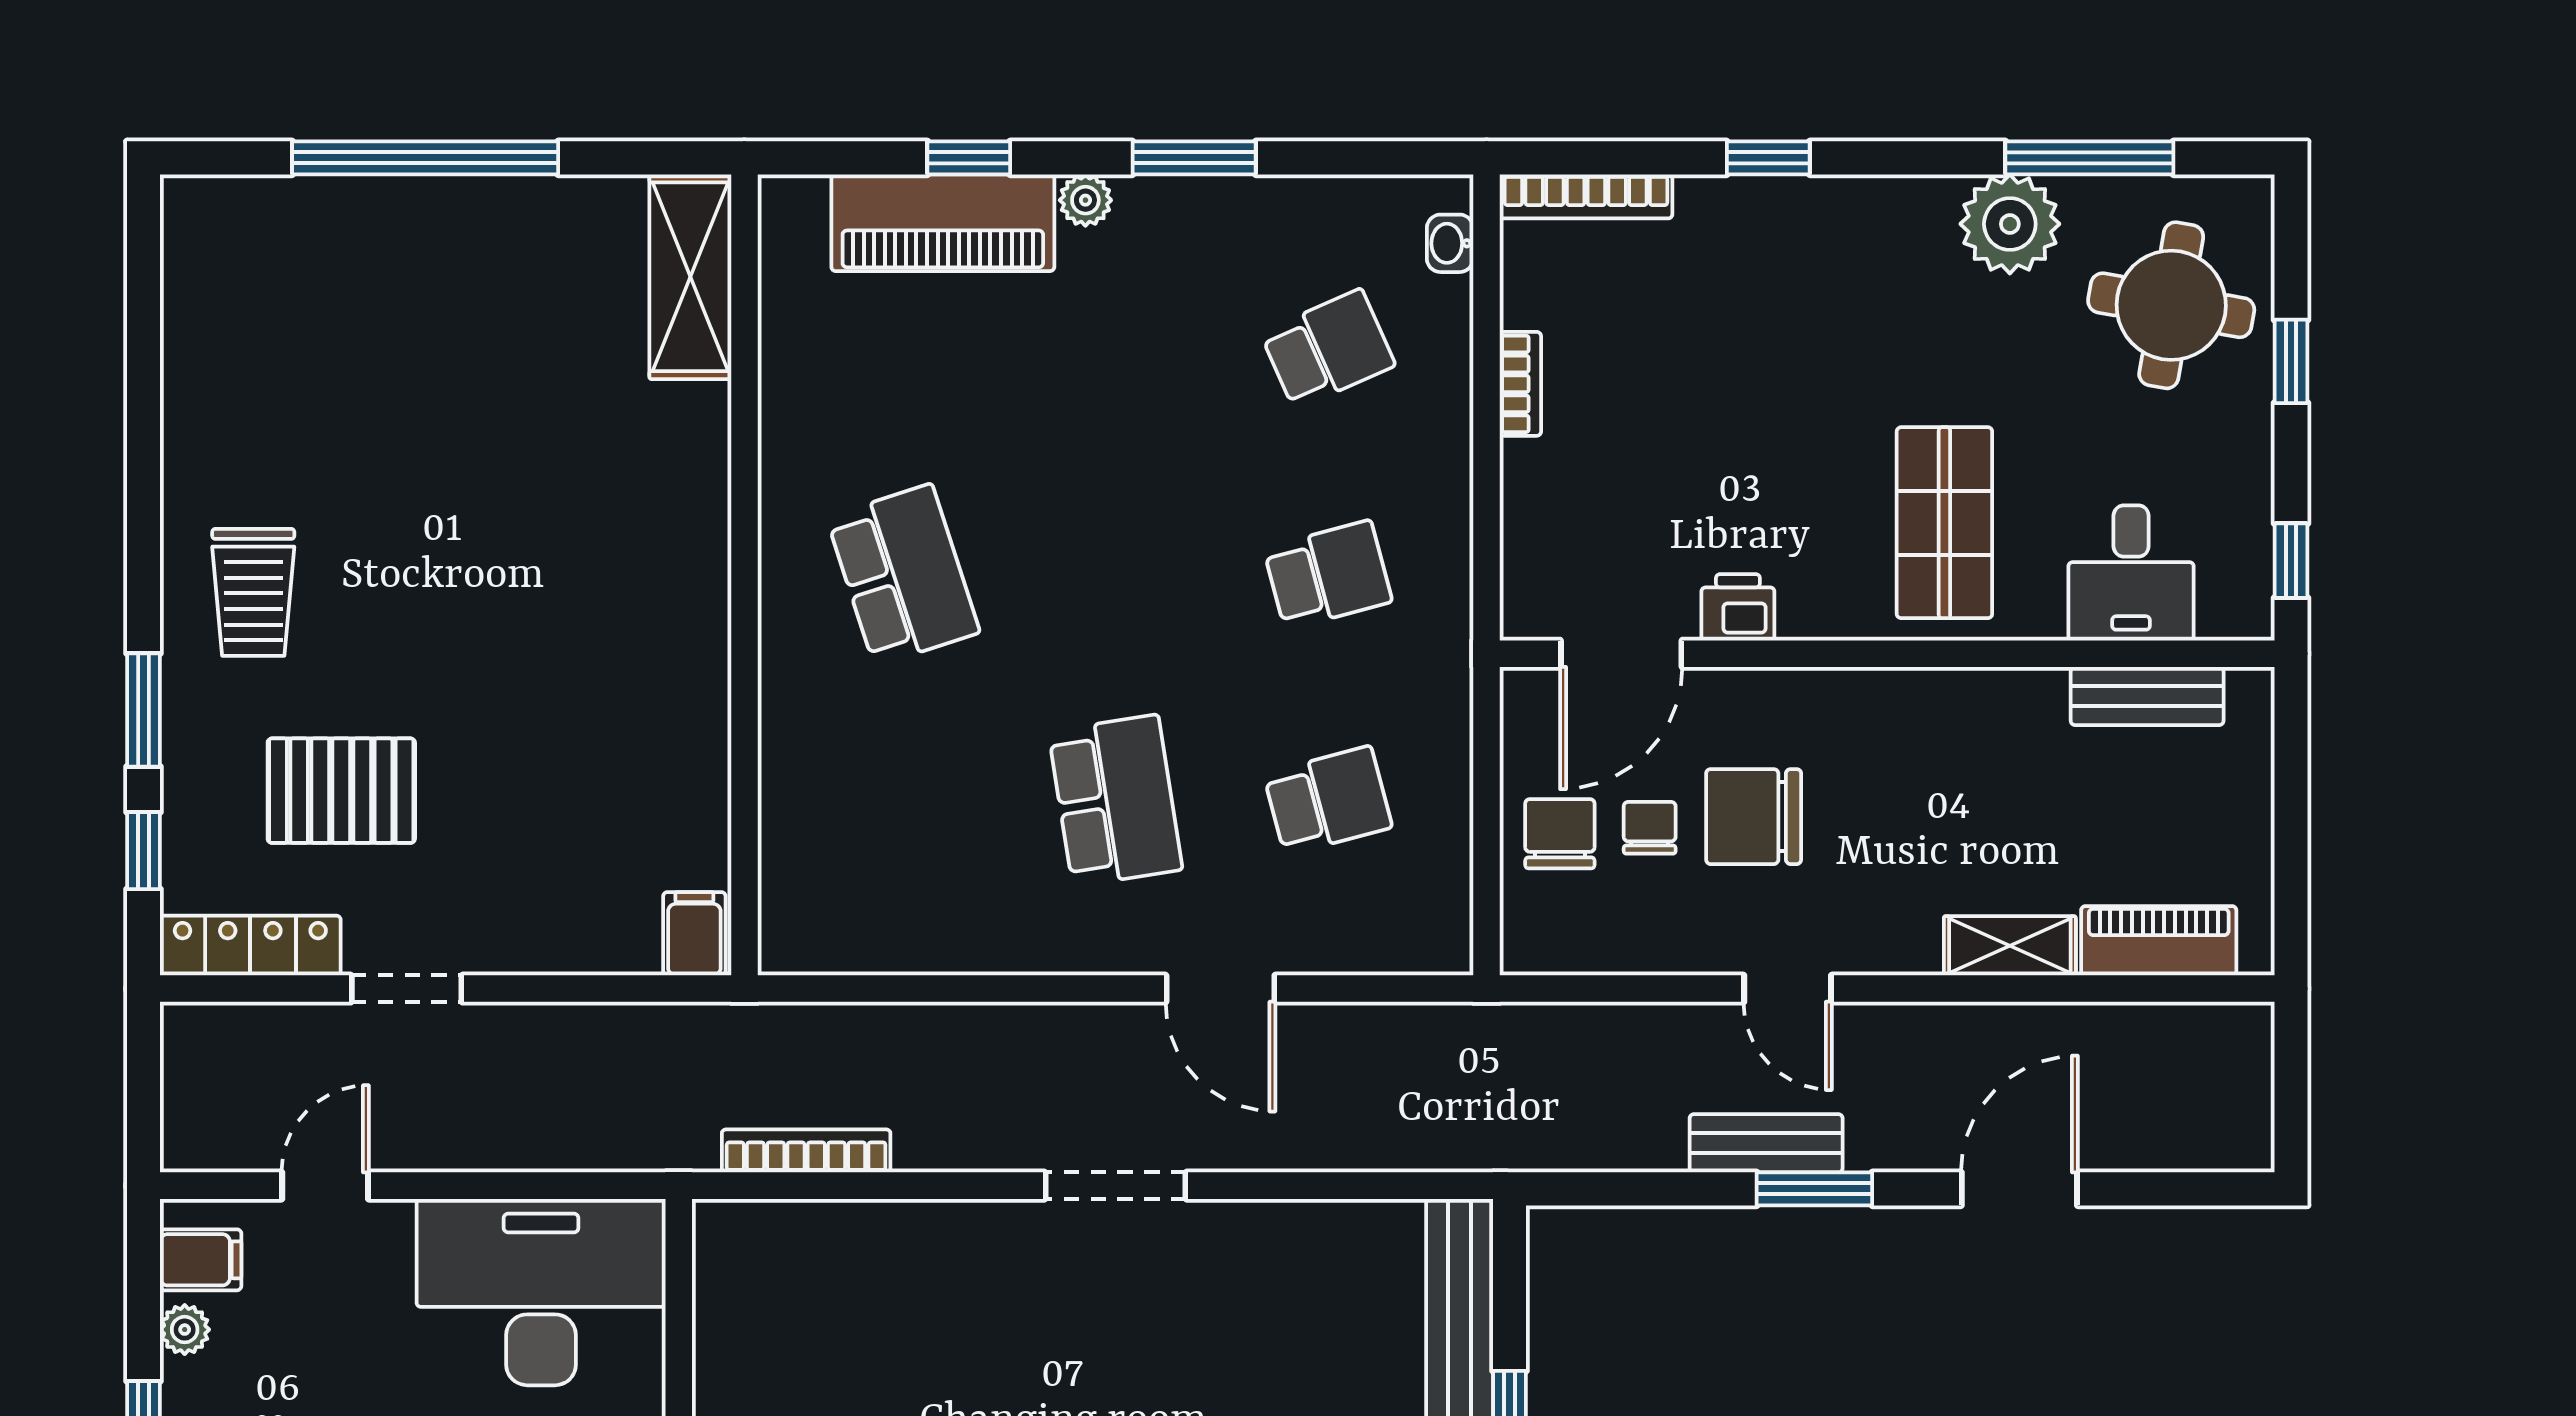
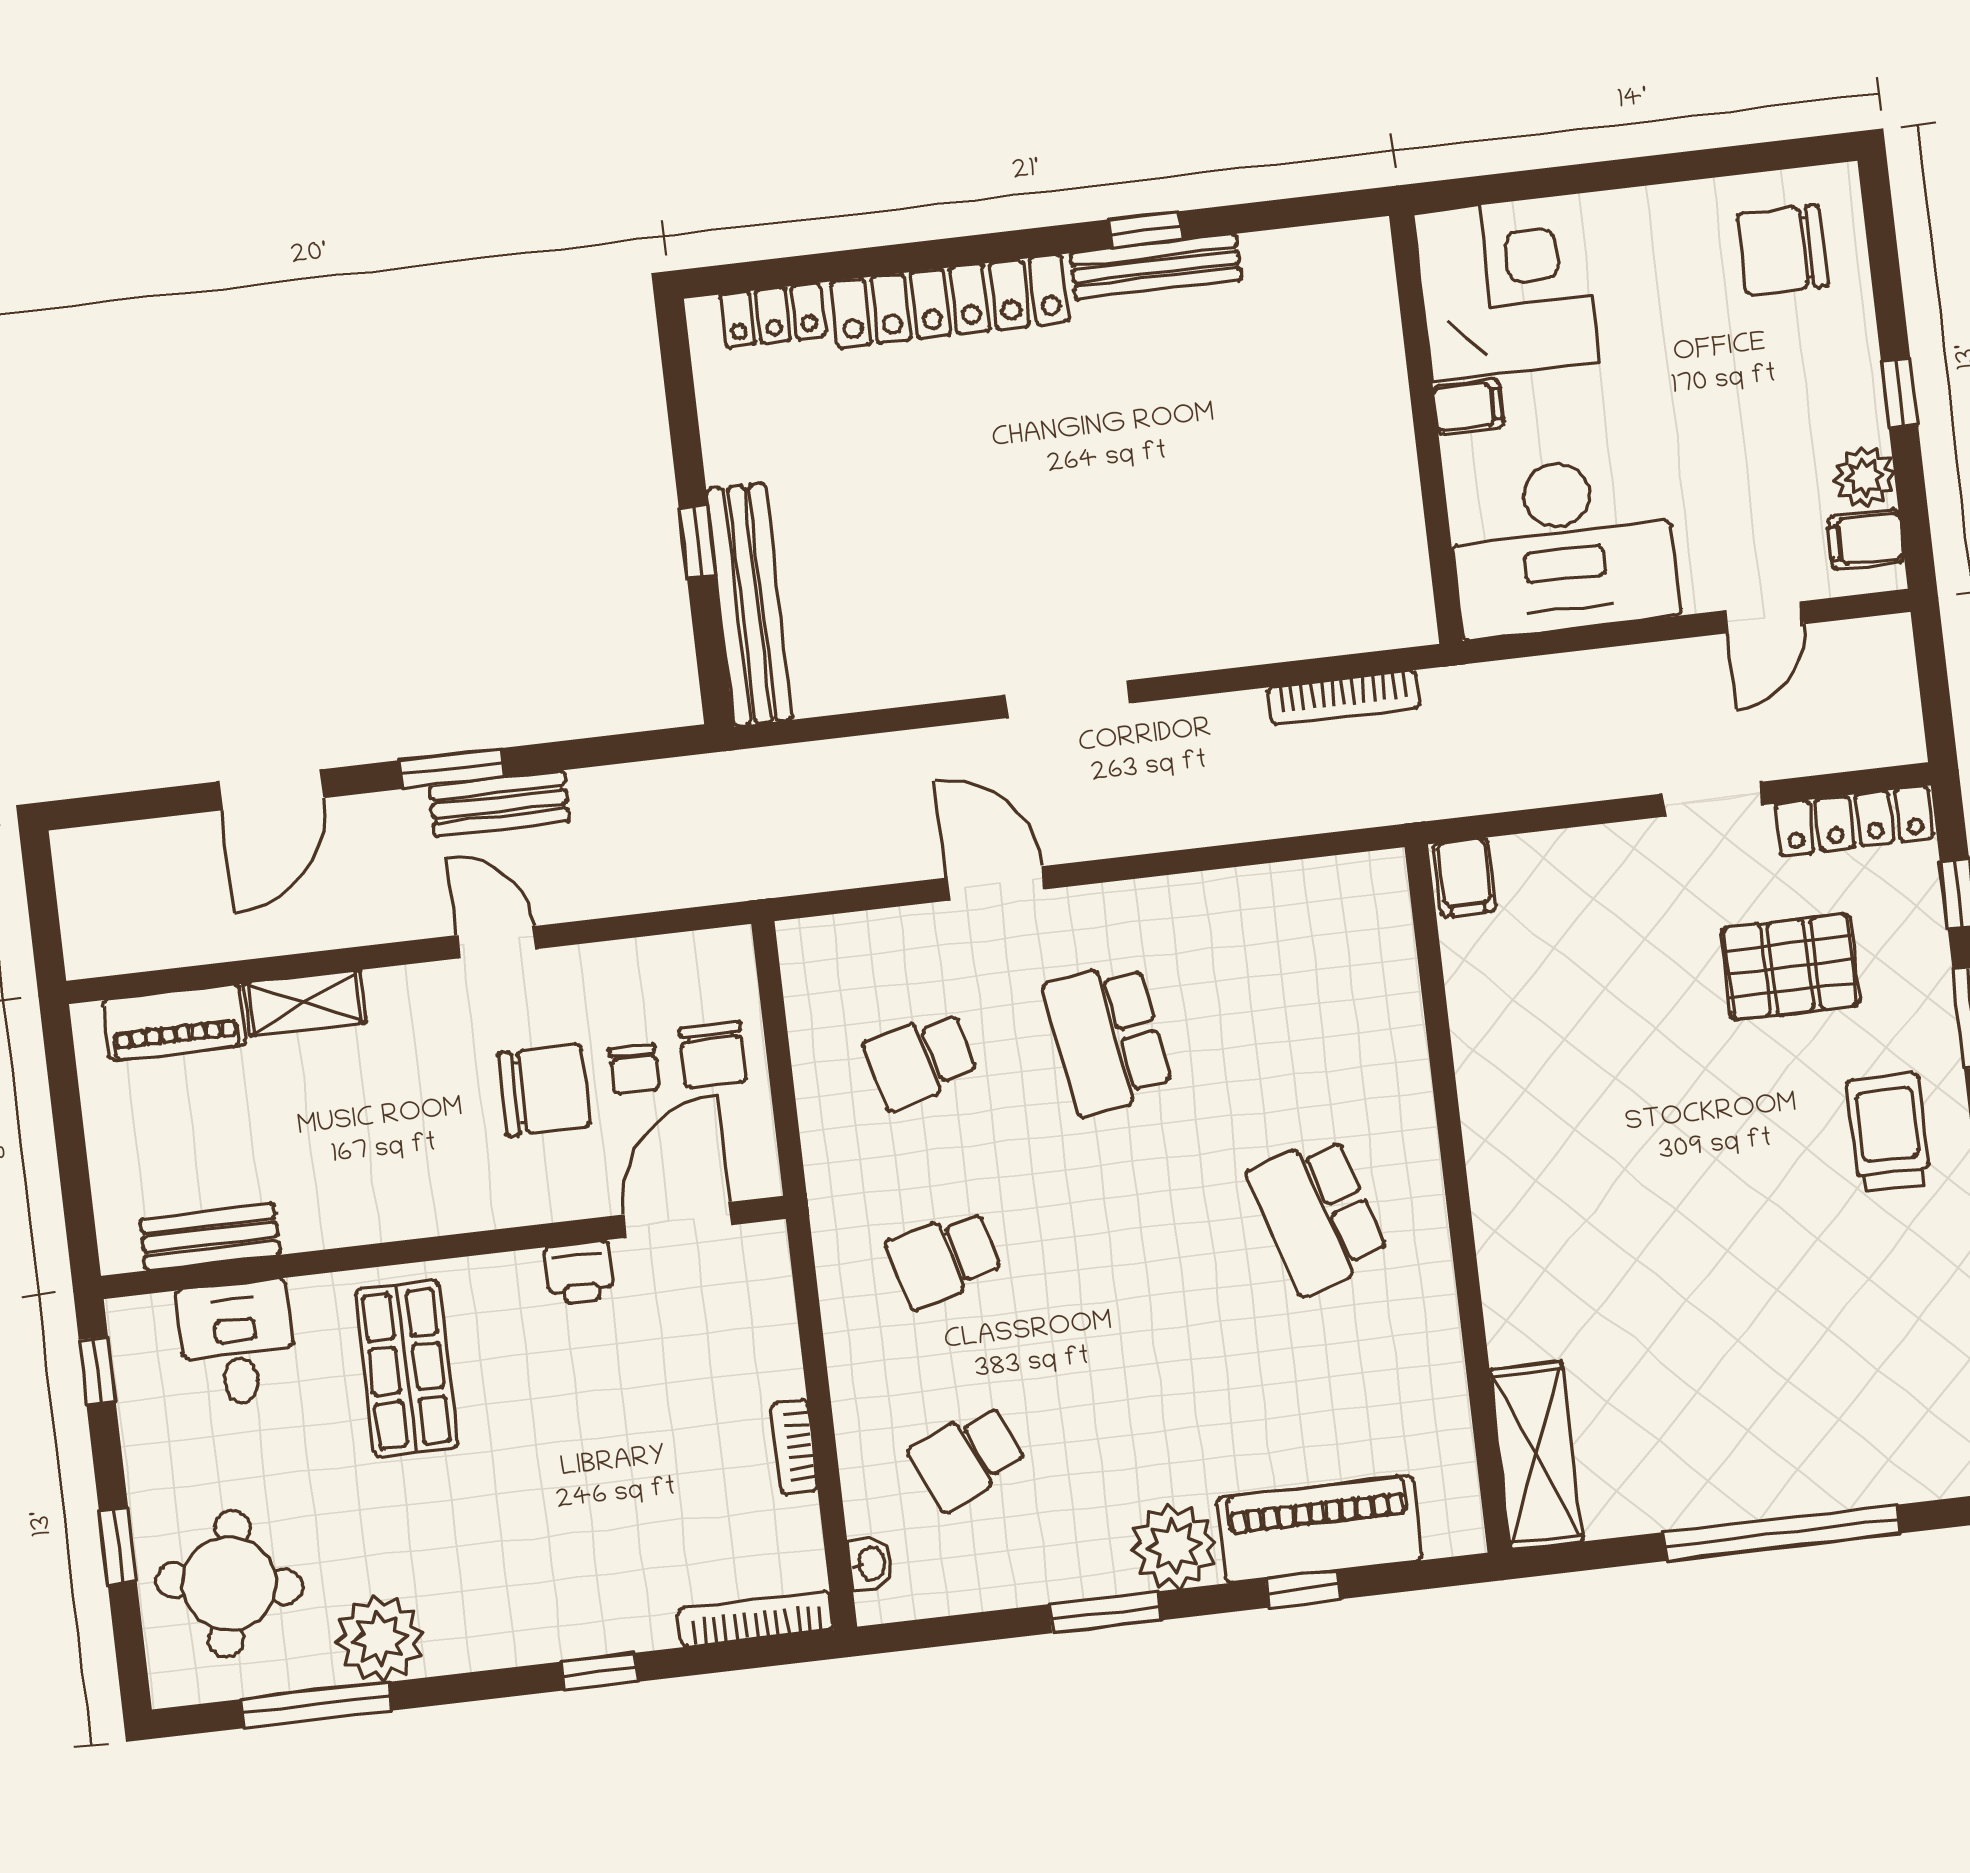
plant: (1085, 200) -> (1174, 1546), width x1.87, depth x1.87
plant: (185, 1330) -> (1864, 477), width x1.38, depth x1.38

